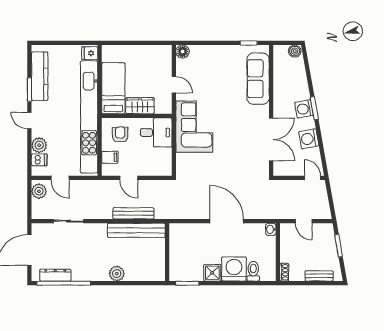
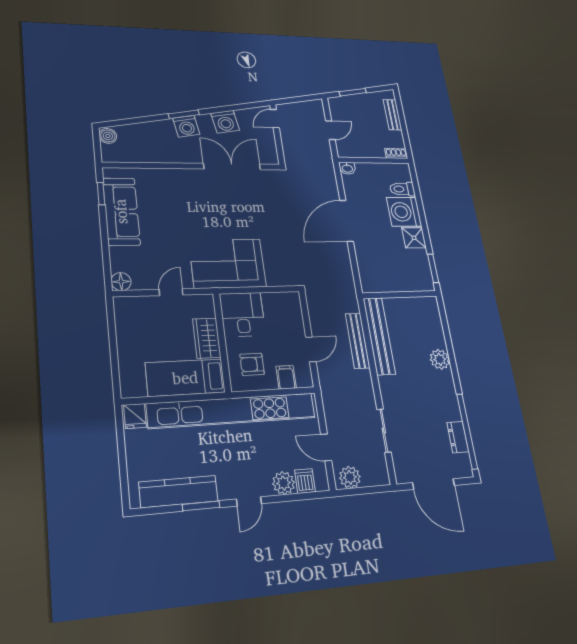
sofa: (258, 79) -> (121, 211), moved, turned -90
door: (60, 178) -> (326, 447), swing flipped
dresser: (55, 275) -> (458, 437), width x0.70

